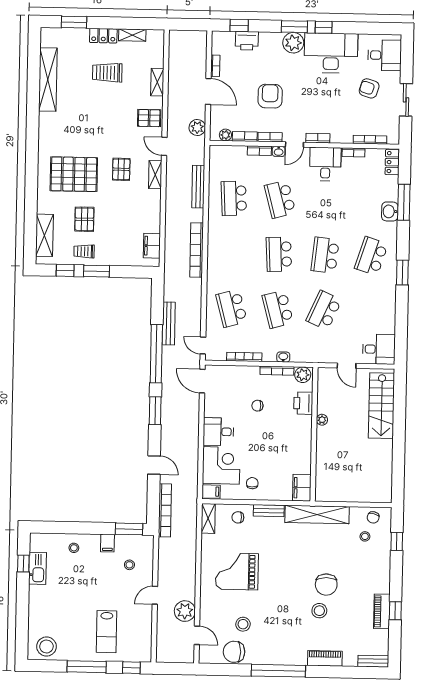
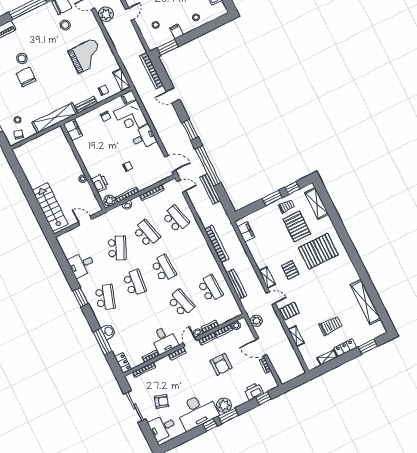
sliding door: (406, 100) -> (135, 406), width x1.37
pallet: (84, 219) -> (297, 227), width x1.50, depth x1.42
desk: (379, 349) -> (82, 265), moved

